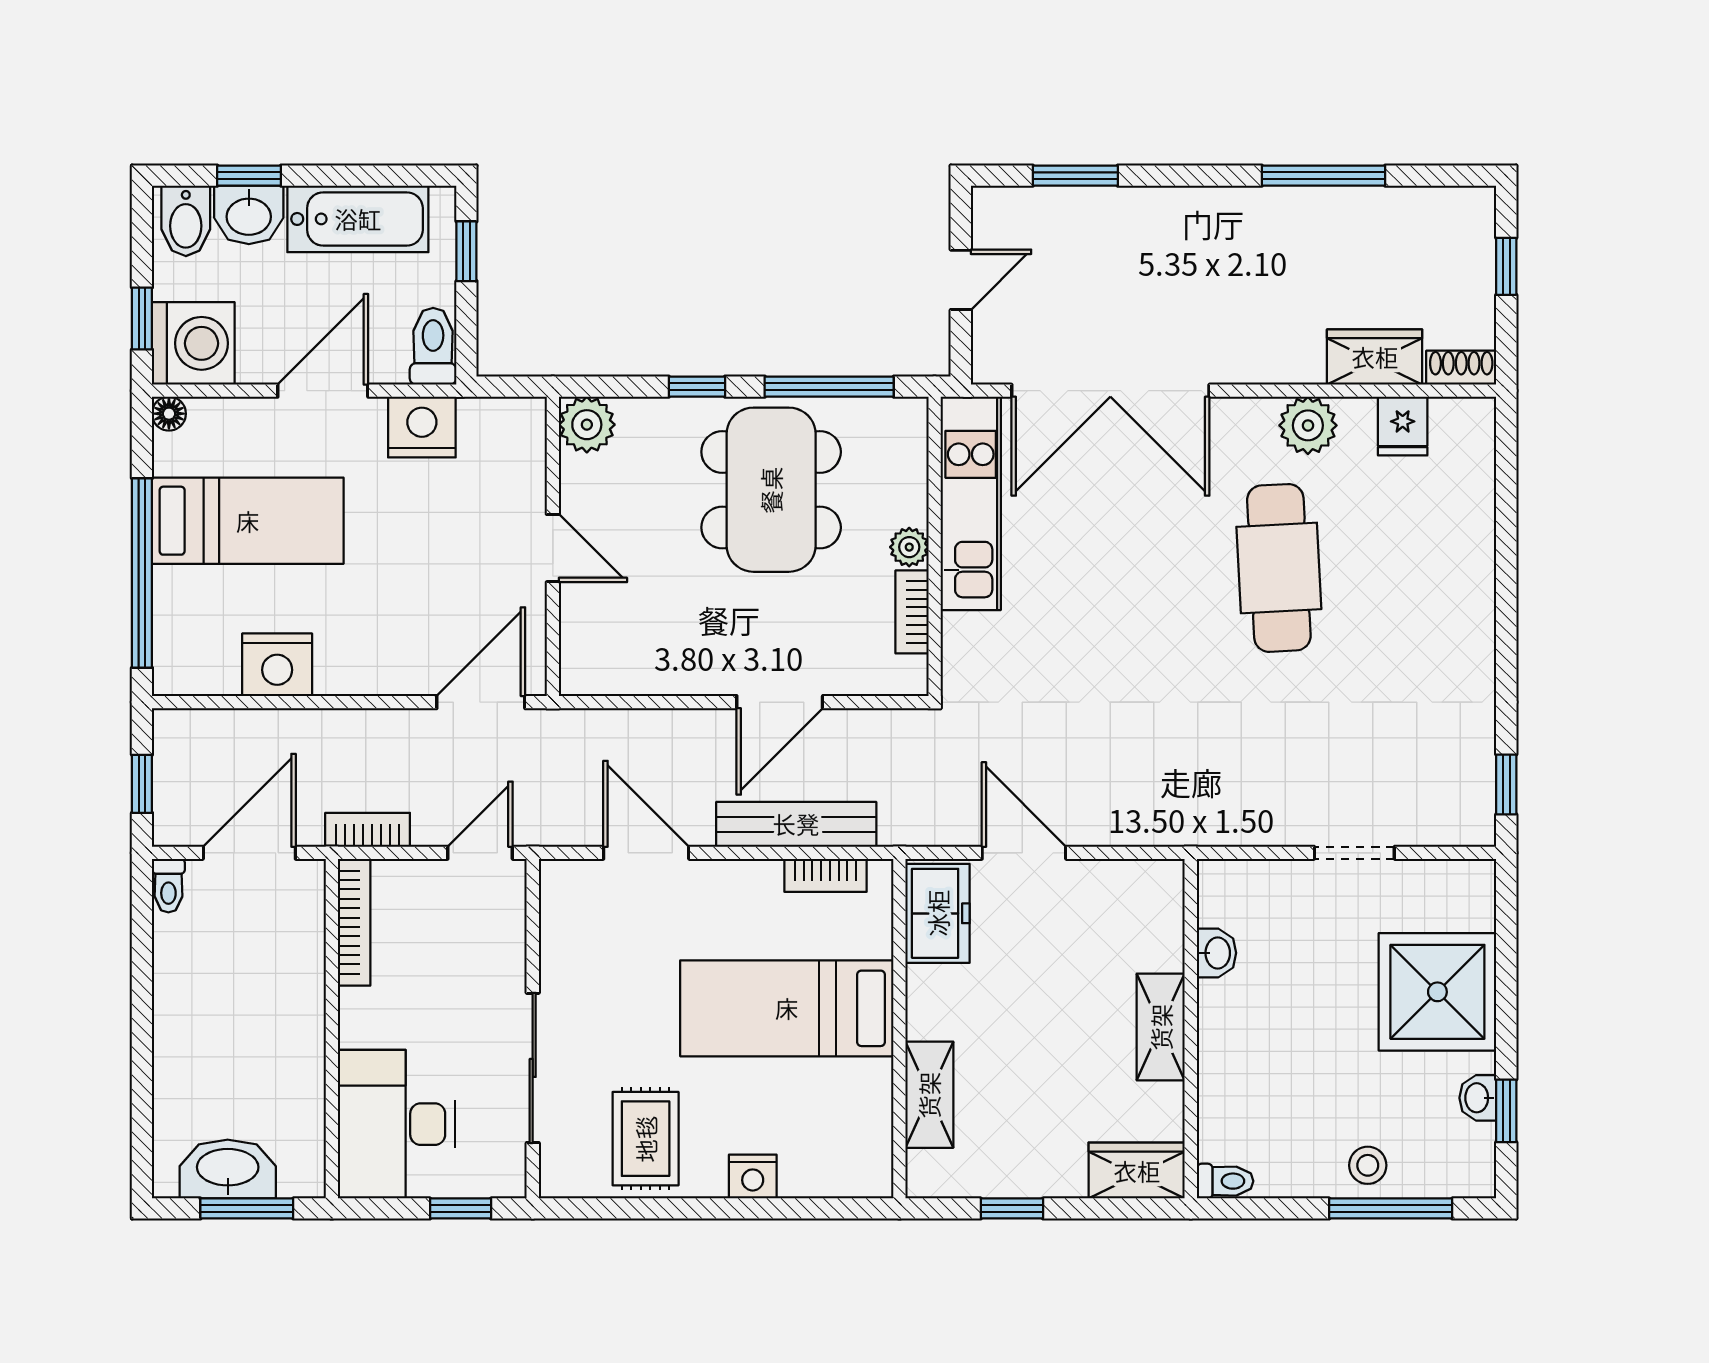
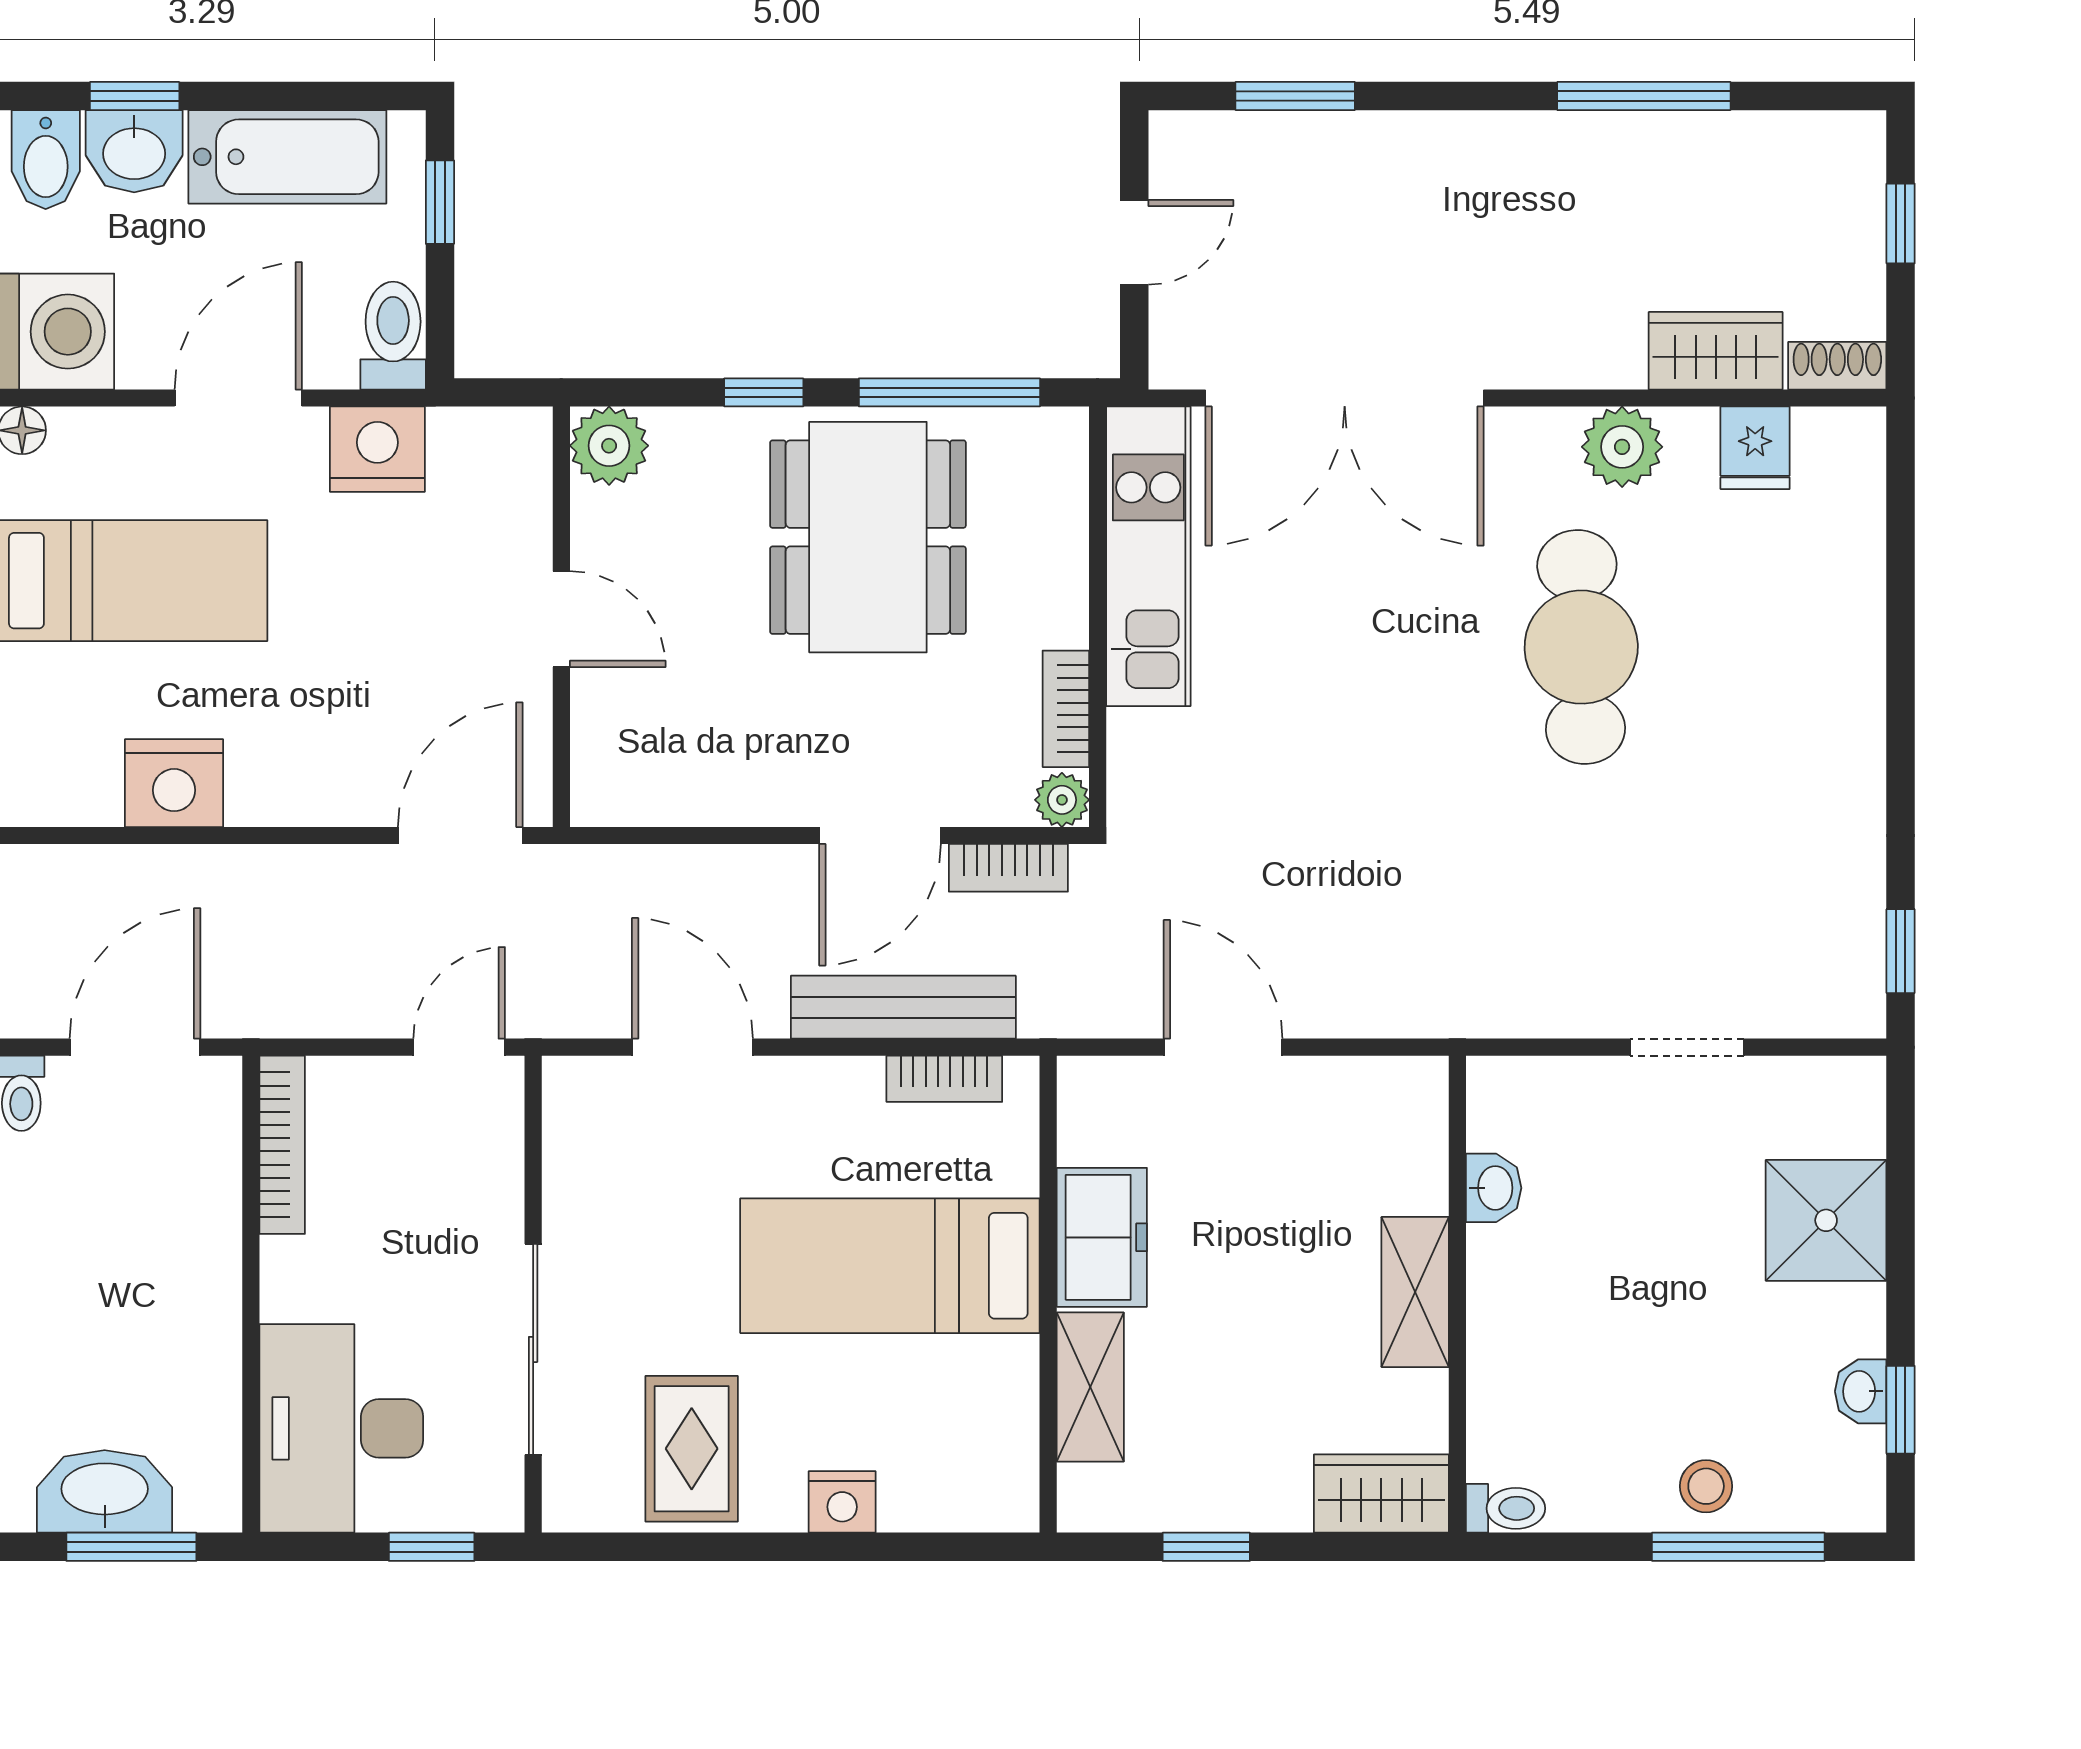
plant: (909, 547) -> (1062, 800), moved
bookcase: (368, 830) -> (1008, 868), moved, turned 180
freezer: (938, 913) -> (1102, 1237), moved
shower: (1437, 992) -> (1826, 1220), width x0.73, depth x0.73

